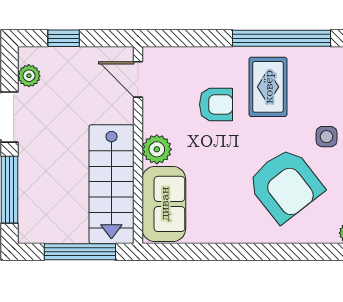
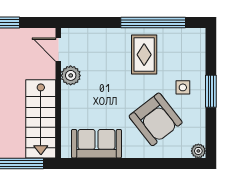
armchair: (216, 104) -> (110, 66), removed
plant: (157, 149) -> (71, 75), moved
sofa: (164, 204) -> (96, 144), moved, turned -90

